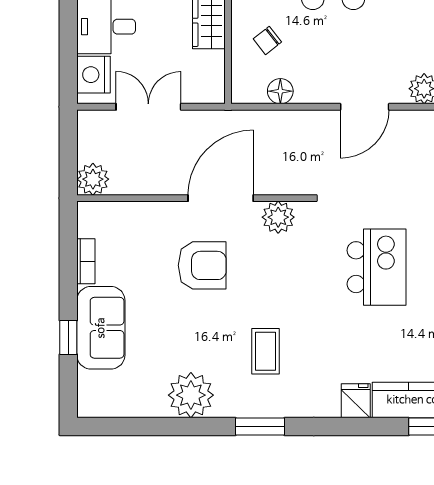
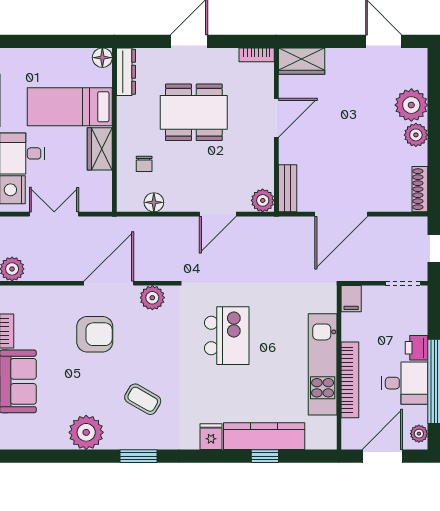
chair: (267, 40) -> (144, 164), turned -52
coffee table: (266, 351) -> (143, 399), turned -60

